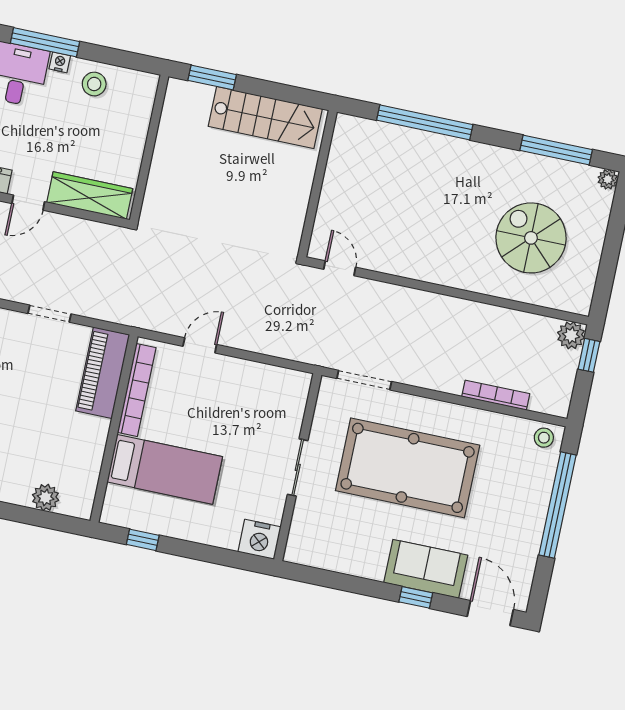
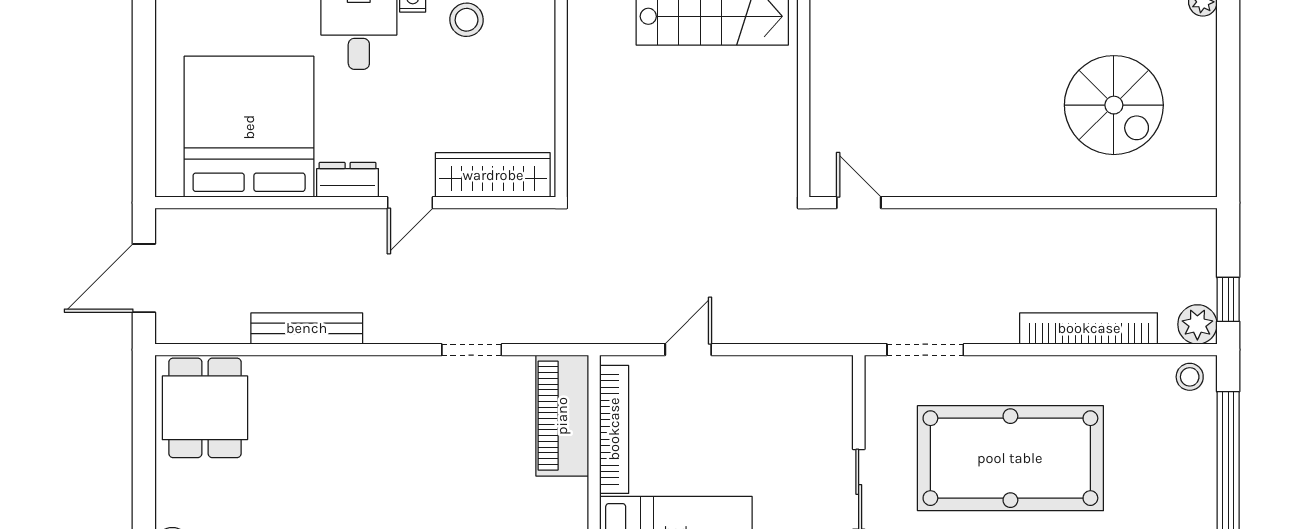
spiral stairs: (531, 238) -> (1114, 105), turned 180
plant: (571, 335) -> (1197, 324), moved
window: (589, 355) -> (1228, 299), moved
bookcase: (496, 395) -> (1089, 328), width x1.48, depth x1.31

